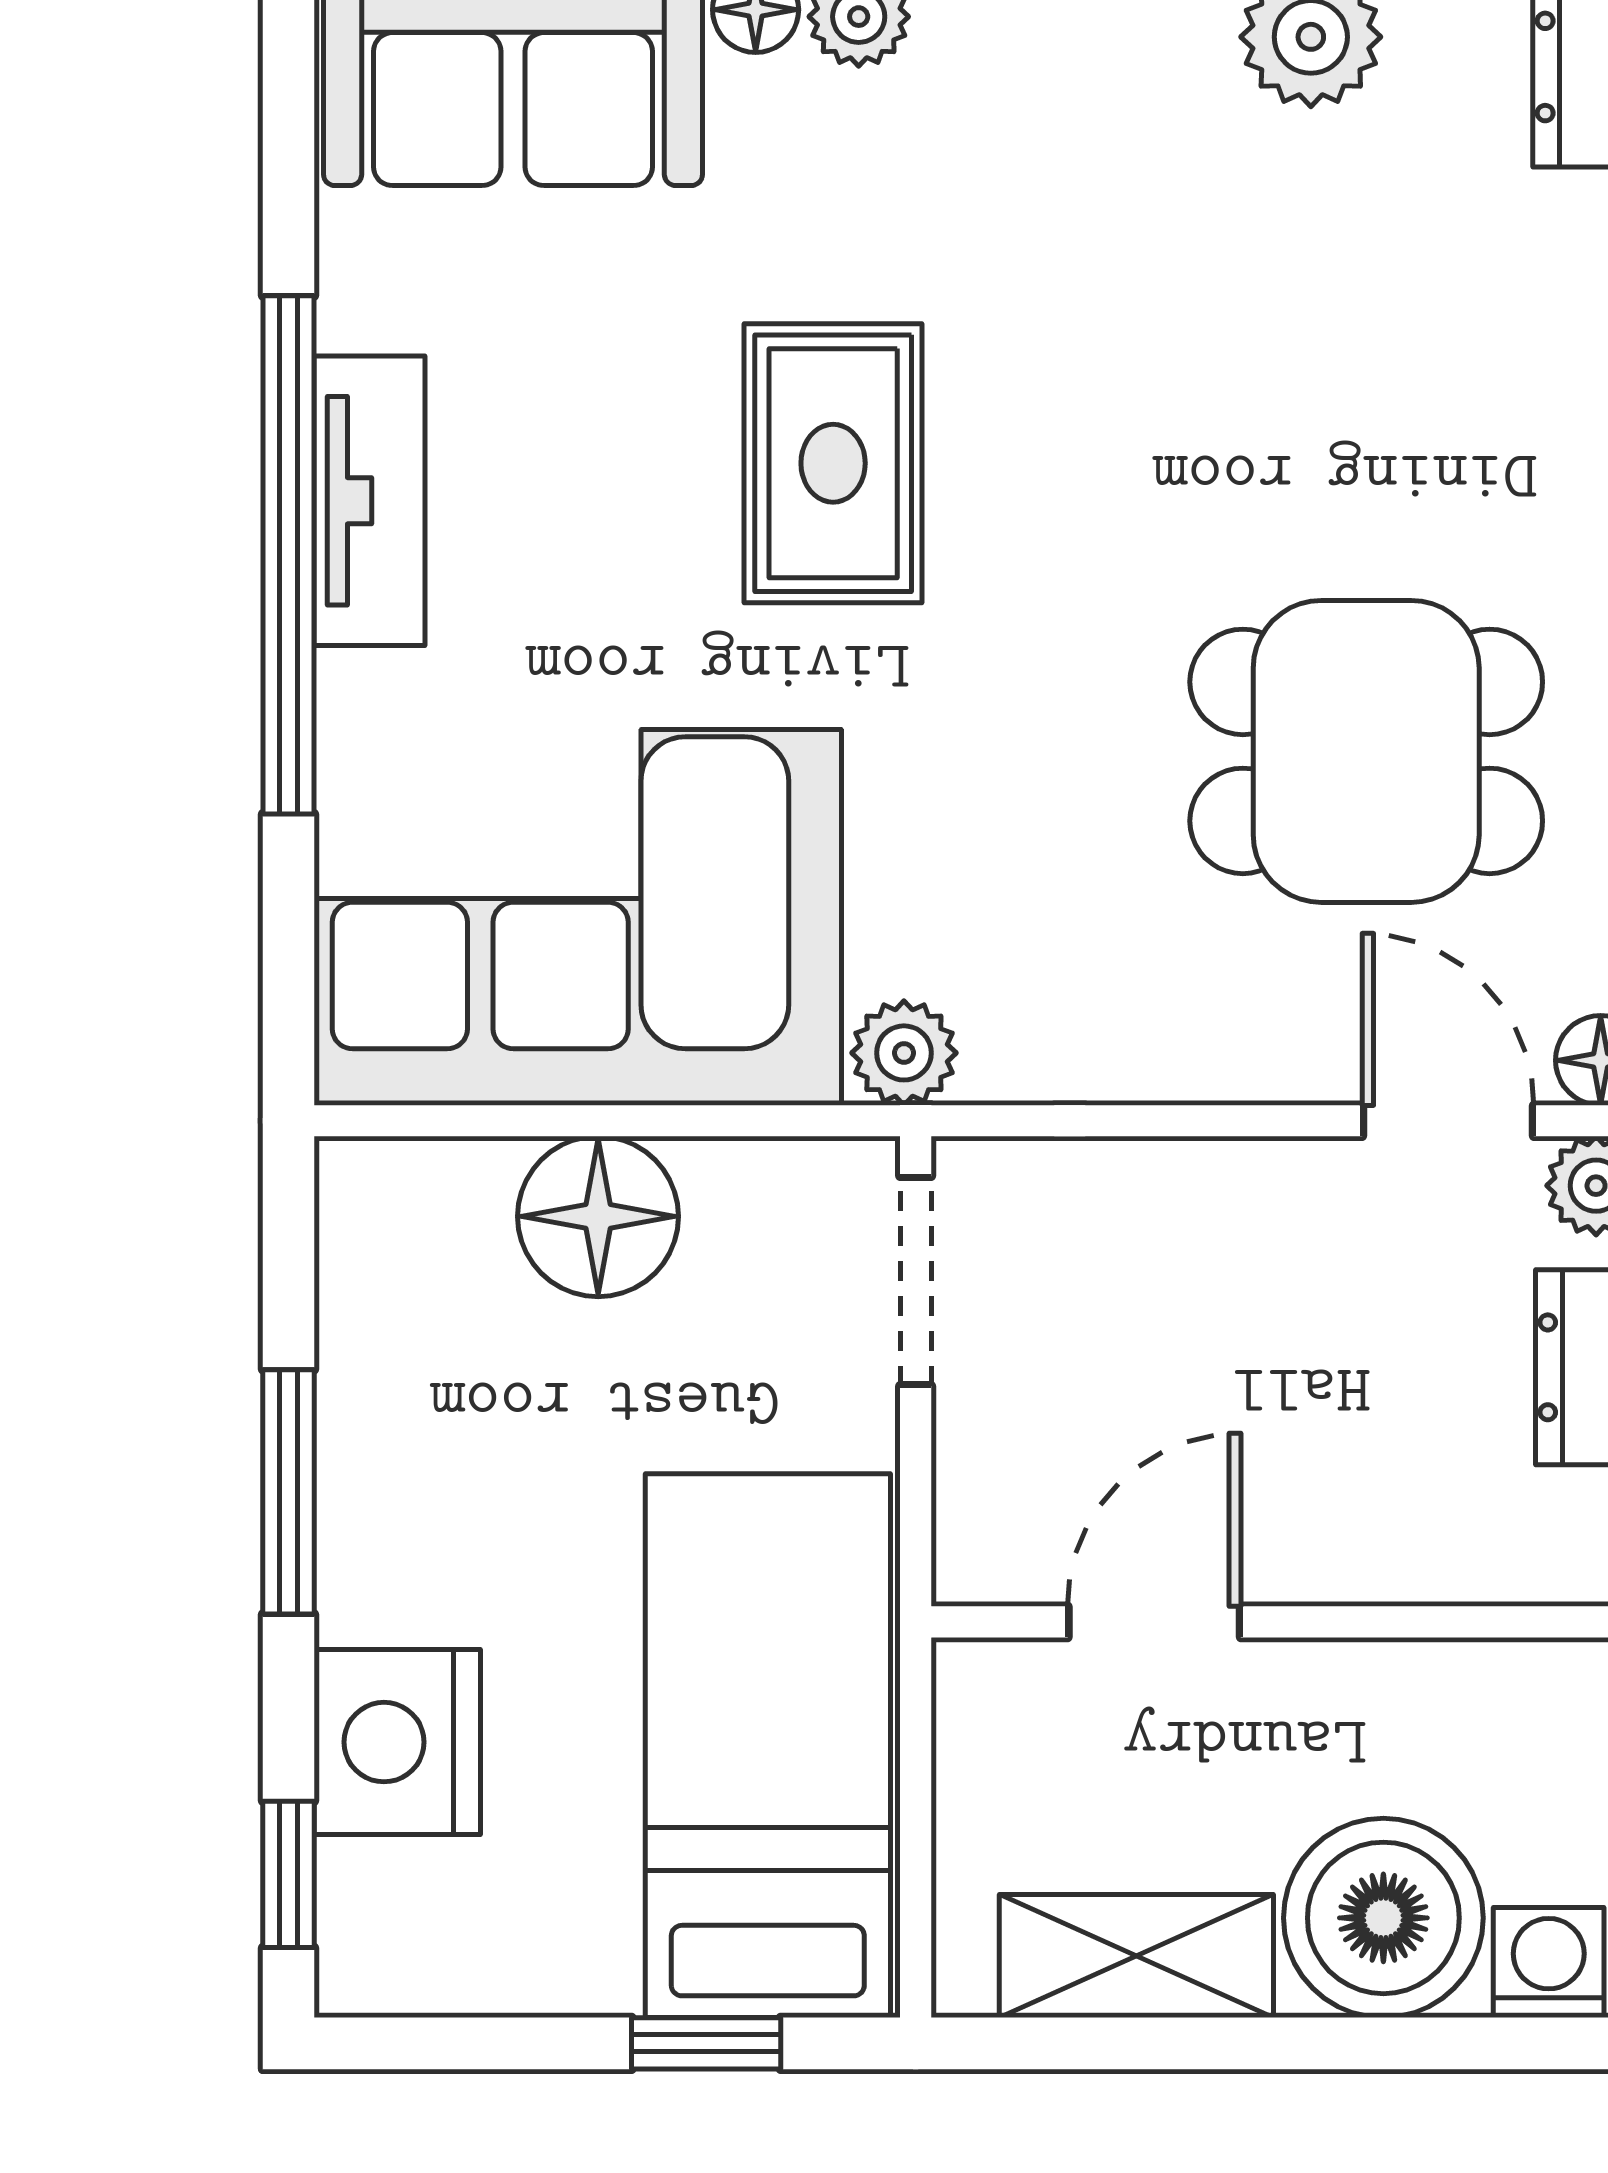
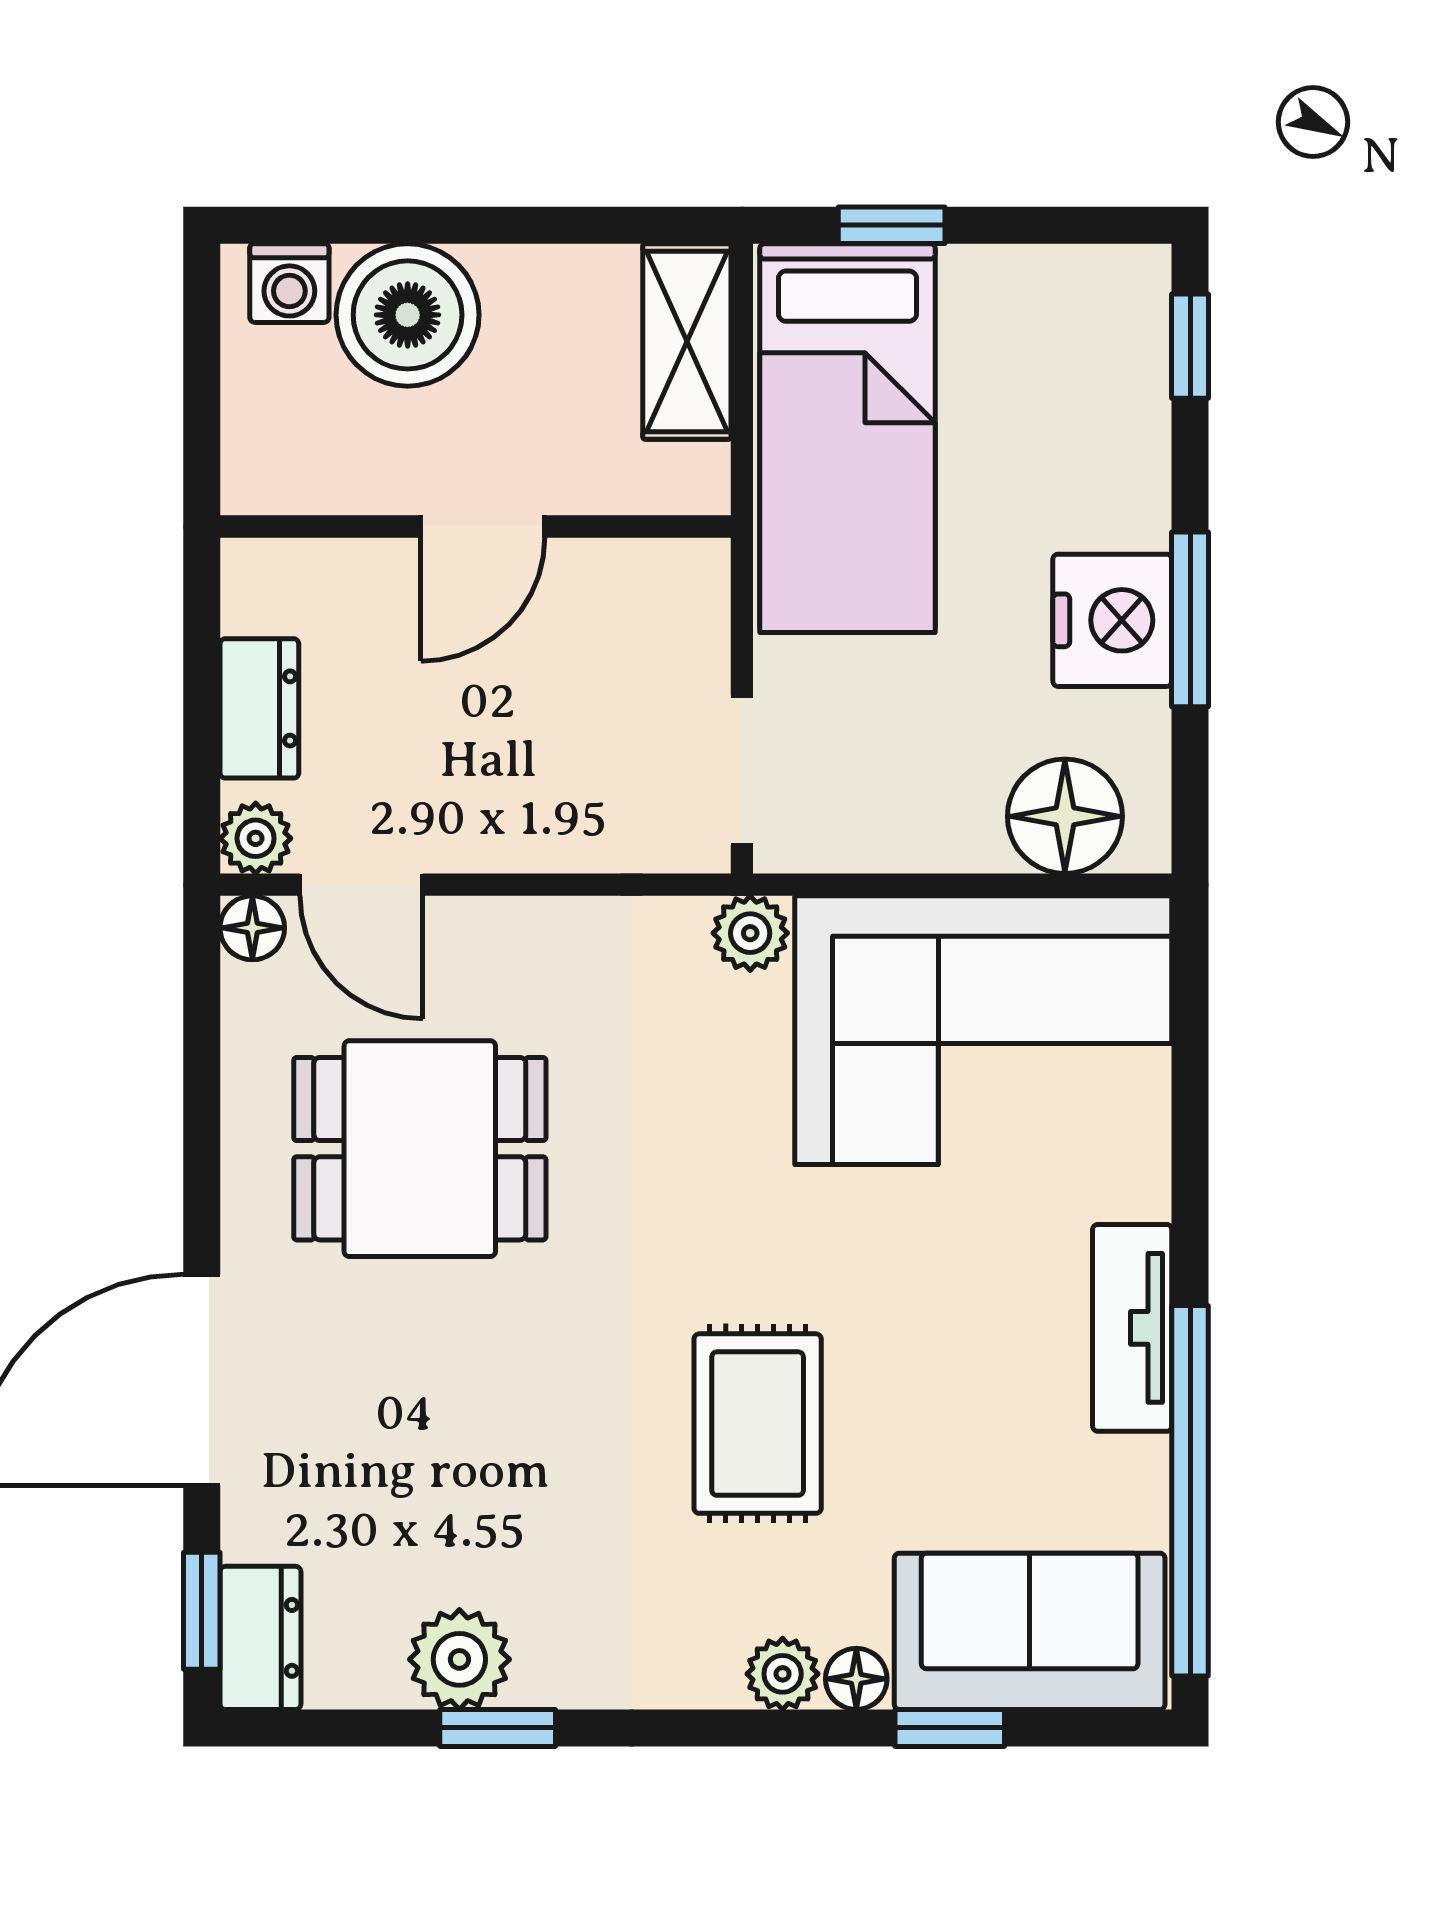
rug: (833, 463) -> (758, 1424), moved
window: (288, 555) -> (1190, 1491), moved
floor lamp: (598, 1216) -> (1065, 816), moved
door: (1154, 1622) -> (483, 527), moved
nightstand: (397, 1742) -> (1112, 620), moved
shelving: (1136, 1956) -> (687, 341), moved, turned 90

